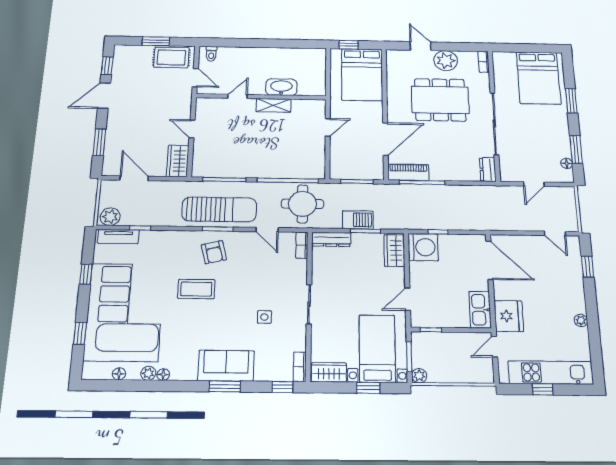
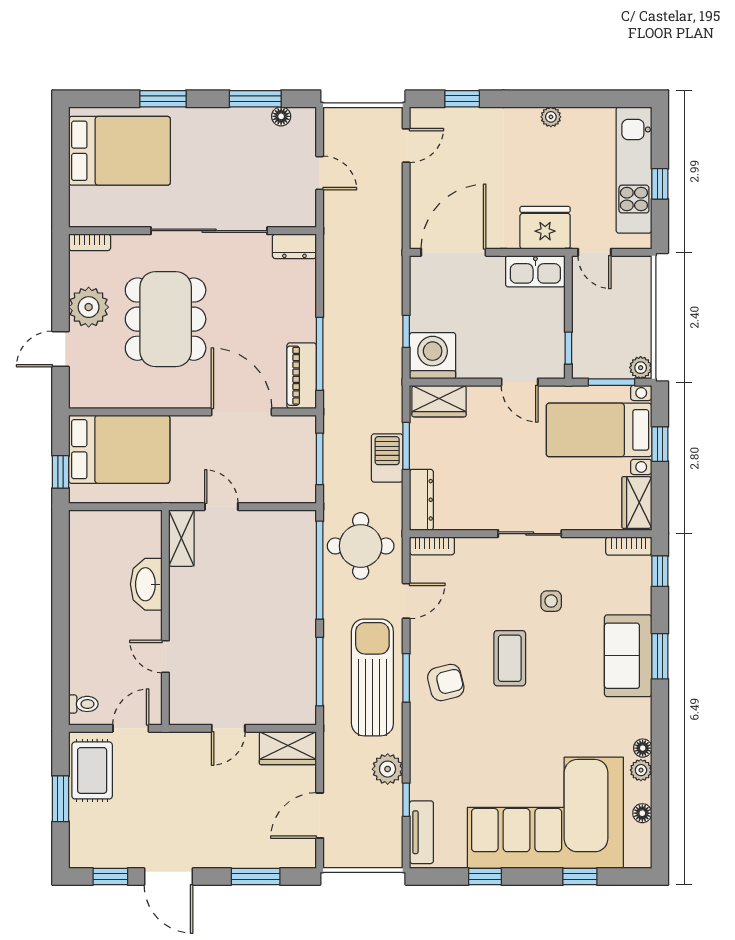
shelving: (274, 105) -> (181, 538), moved
plant: (110, 217) -> (388, 769), moved
coffee table: (196, 289) -> (510, 658), moved

